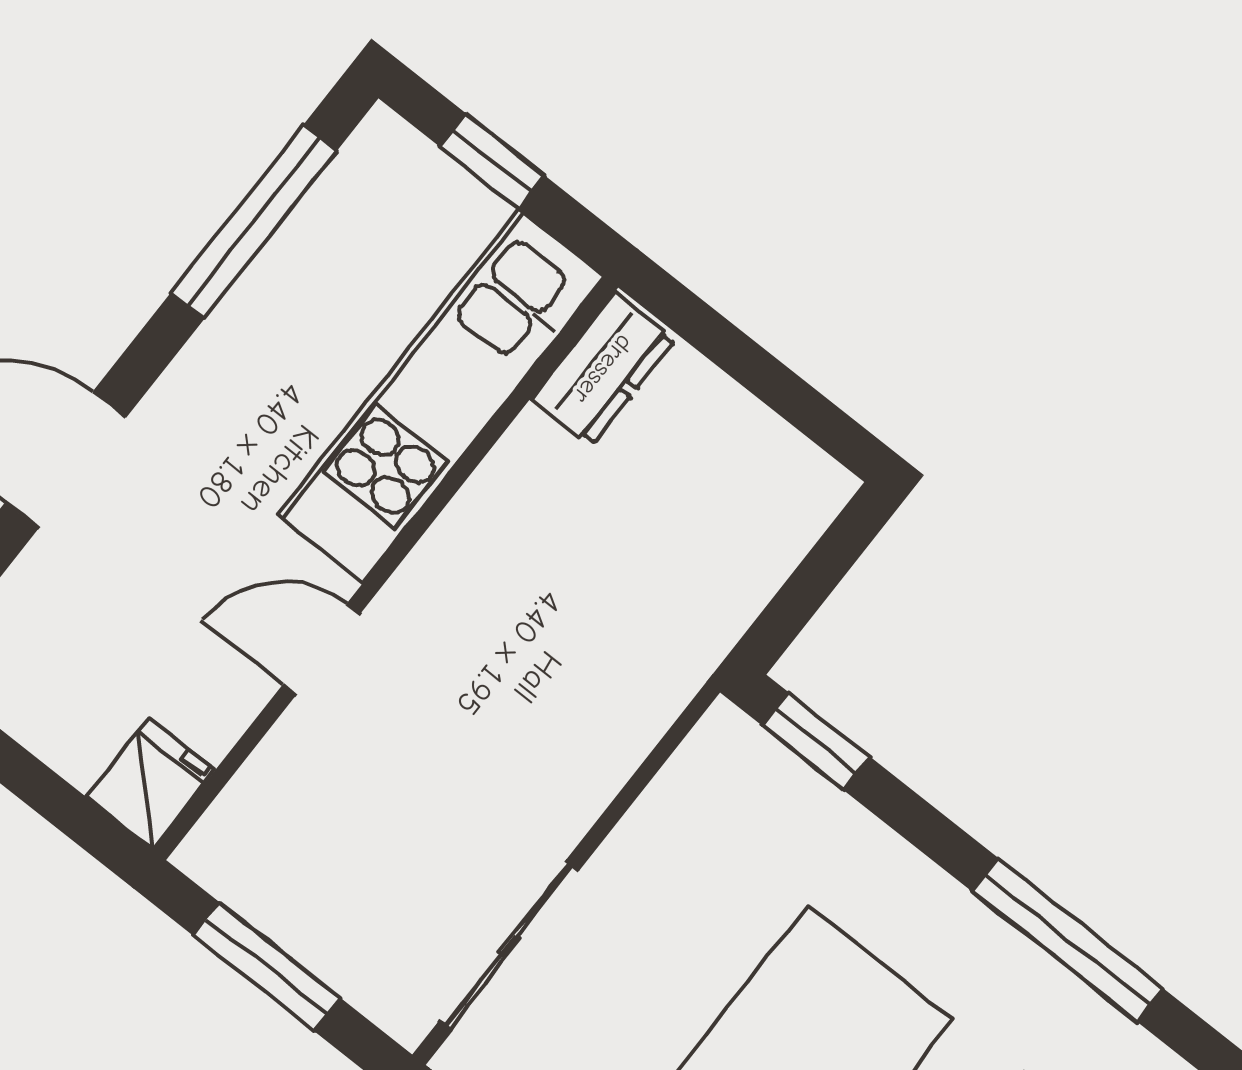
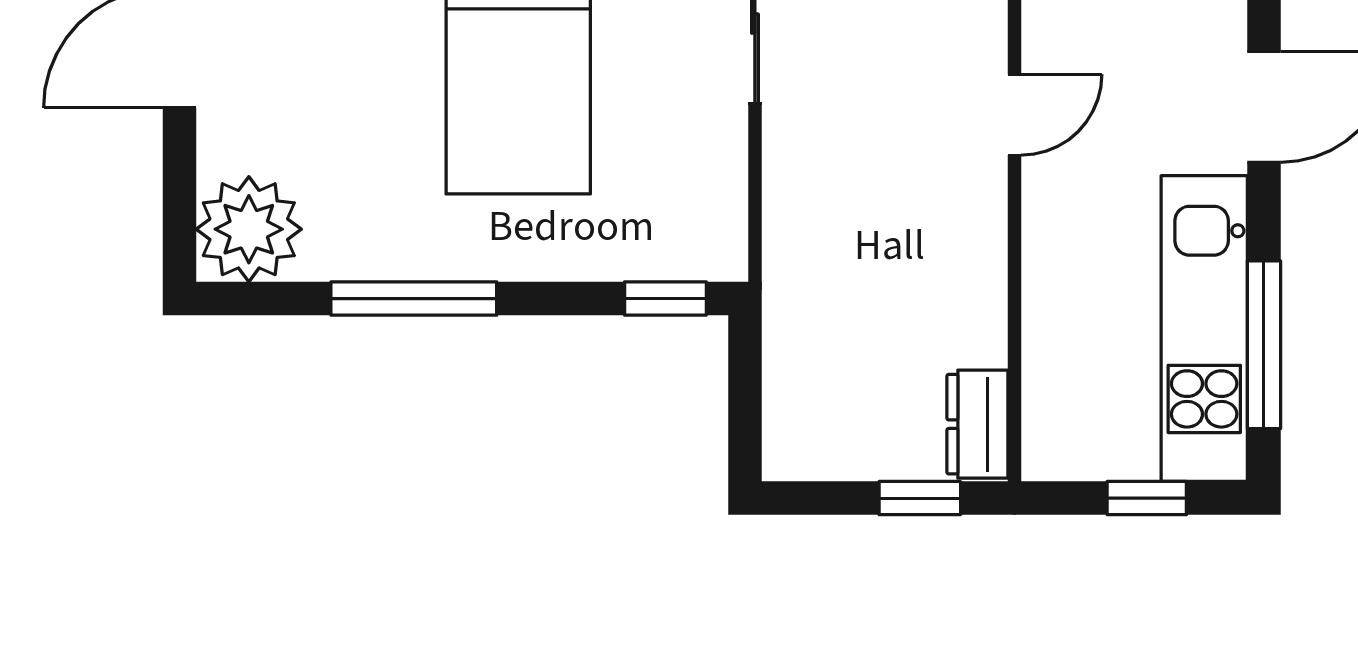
window: (719, 340) -> (920, 498), added
kitchen unit: (441, 396) -> (1204, 329), moved, turned 180

